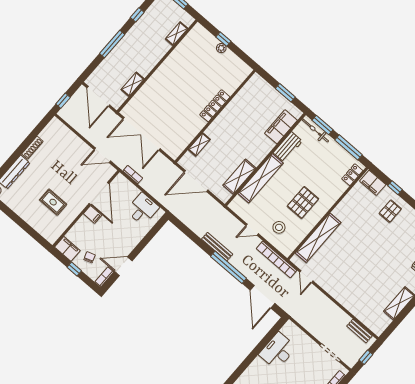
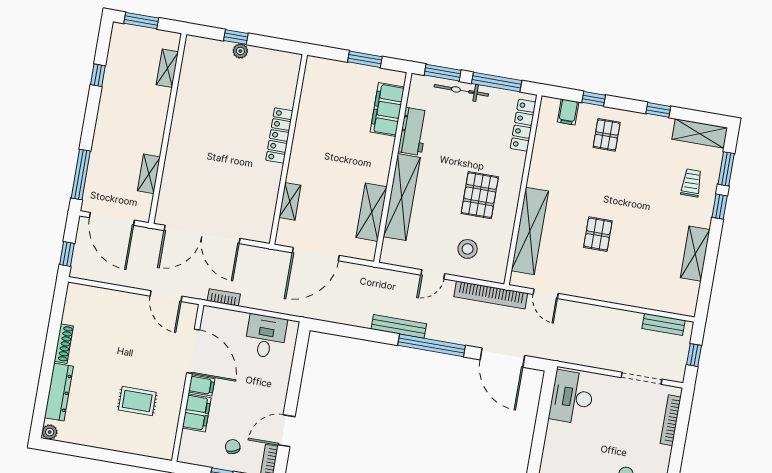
window: (112, 44) -> (81, 175), moved
bicycle: (315, 130) -> (461, 90), moved
door: (102, 155) -> (166, 296), hinge flipped
locker: (352, 175) -> (523, 125), width x1.53
filing cabinet: (373, 183) -> (568, 112), width x0.50
filing cabinet: (67, 249) -> (197, 413), moved, turned 90
pallet: (353, 261) -> (598, 234), added
desk: (278, 351) -> (572, 397), moved

